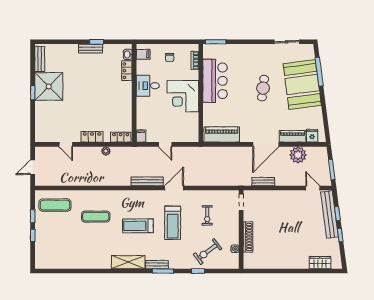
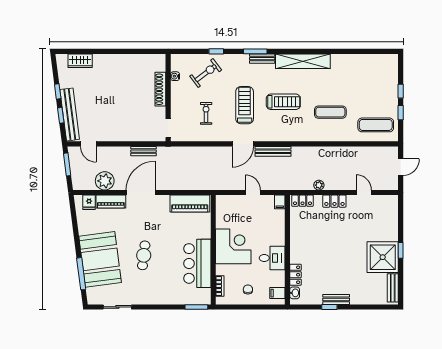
shelving: (128, 262) -> (303, 61), width x1.47

